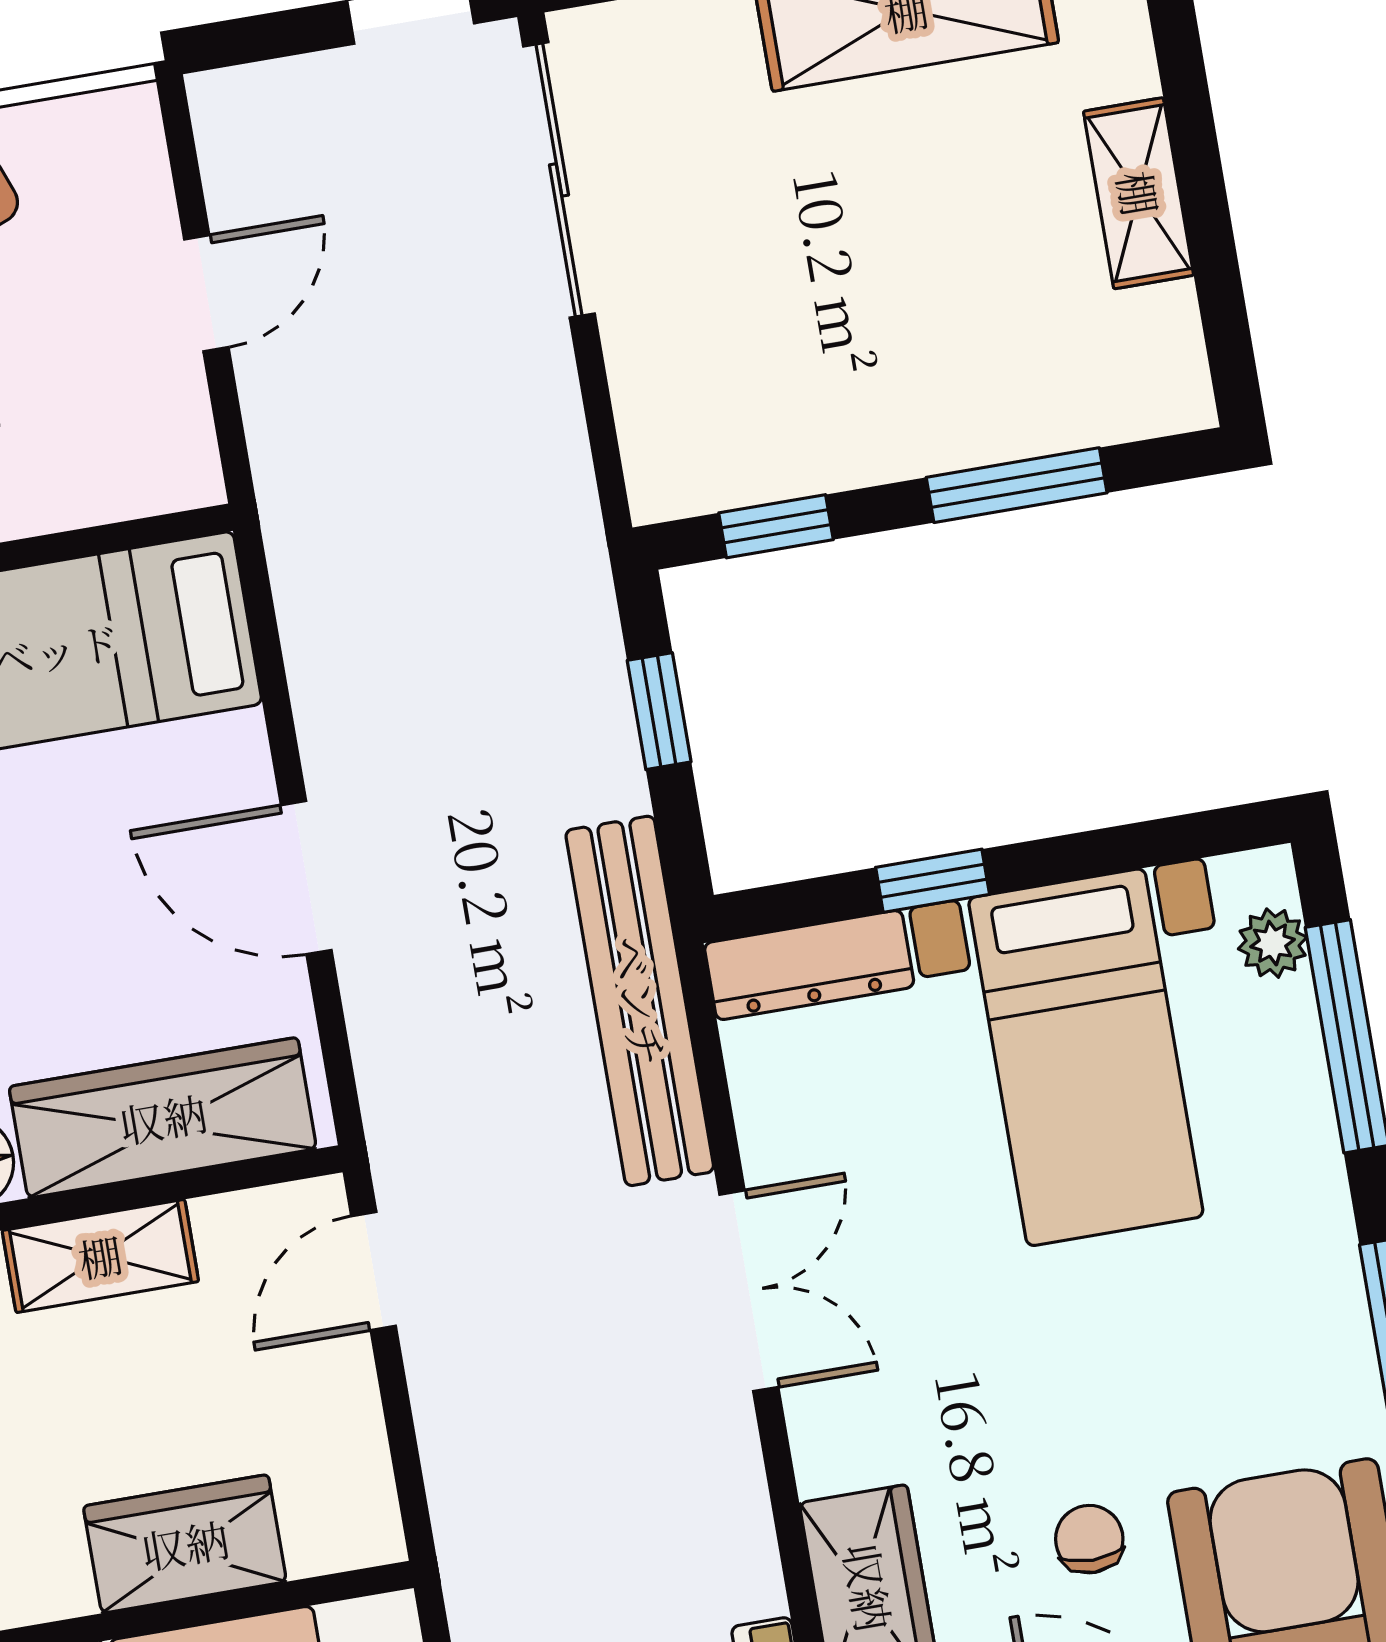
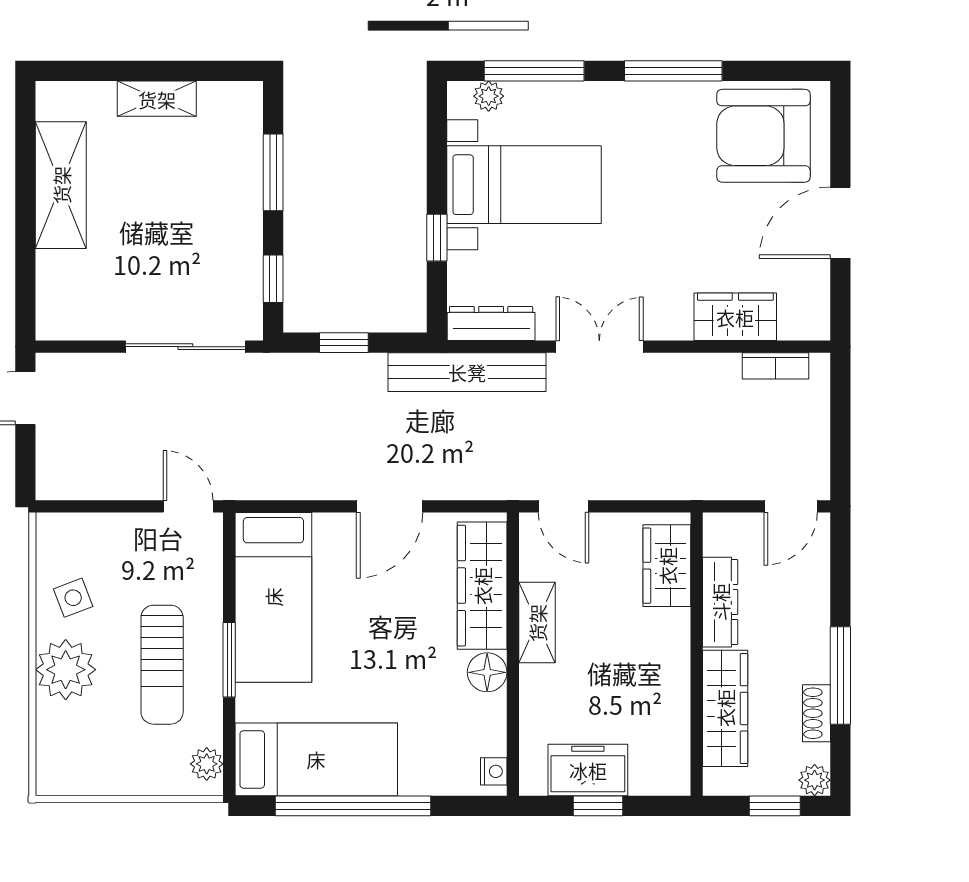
sliding door: (559, 180) -> (185, 347), moved
door: (206, 293) -> (188, 506), moved
dresser: (809, 965) -> (491, 323), moved, turned -90
chair: (1089, 1539) -> (731, 219), removed
wardrobe: (185, 1544) -> (667, 566), moved

